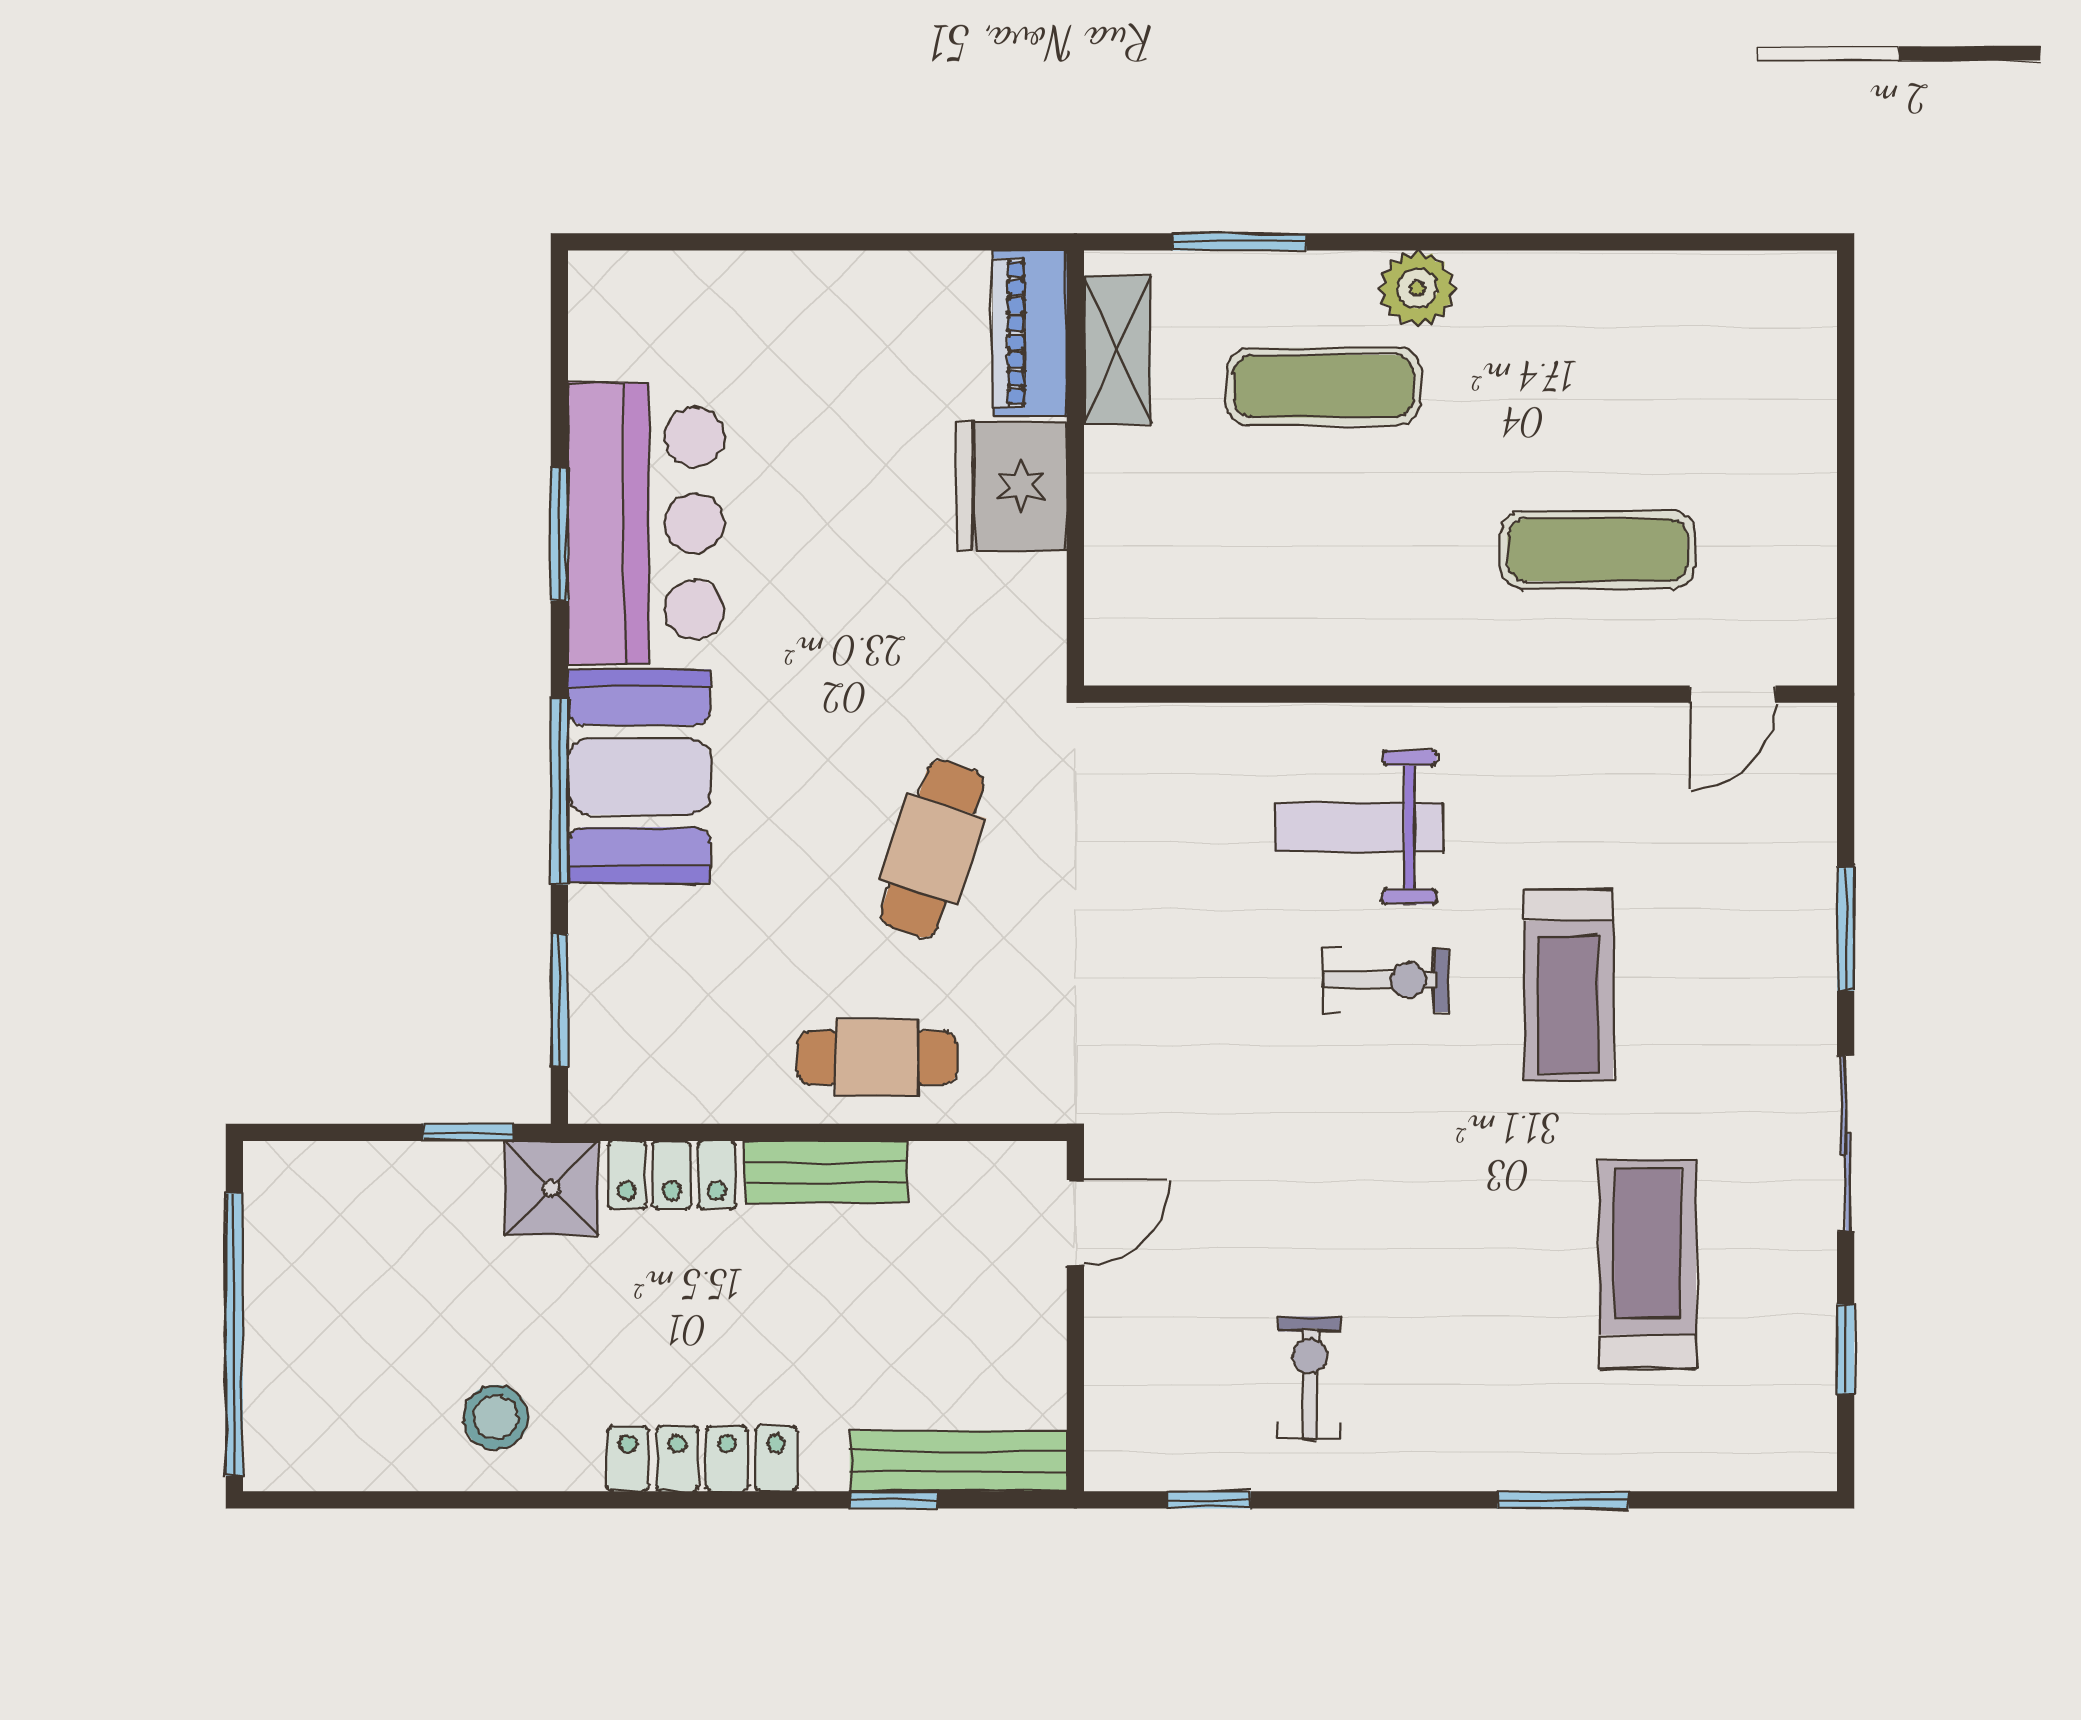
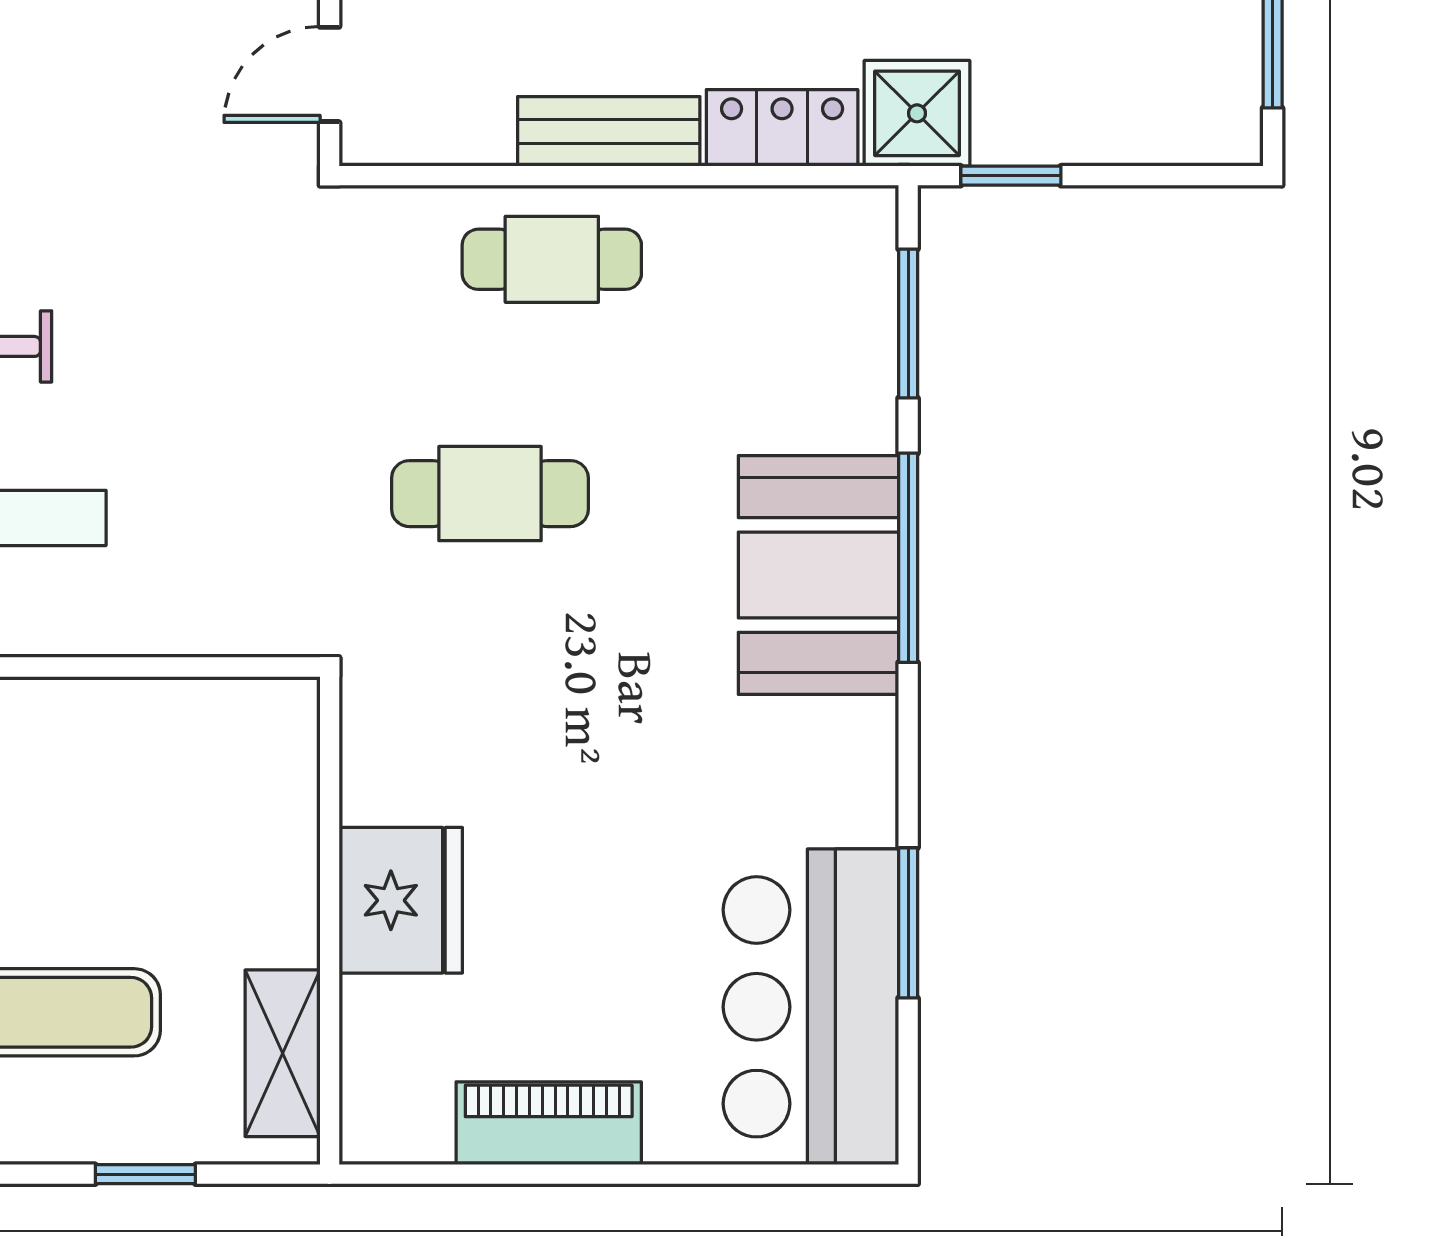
window: (1240, 242) -> (145, 1174), width x0.67
piano: (1030, 333) -> (549, 1123), moved, turned -90
bar counter: (646, 523) -> (811, 1007), moved
window: (559, 534) -> (908, 923), moved
cafe table: (932, 849) -> (490, 494), turned 72

